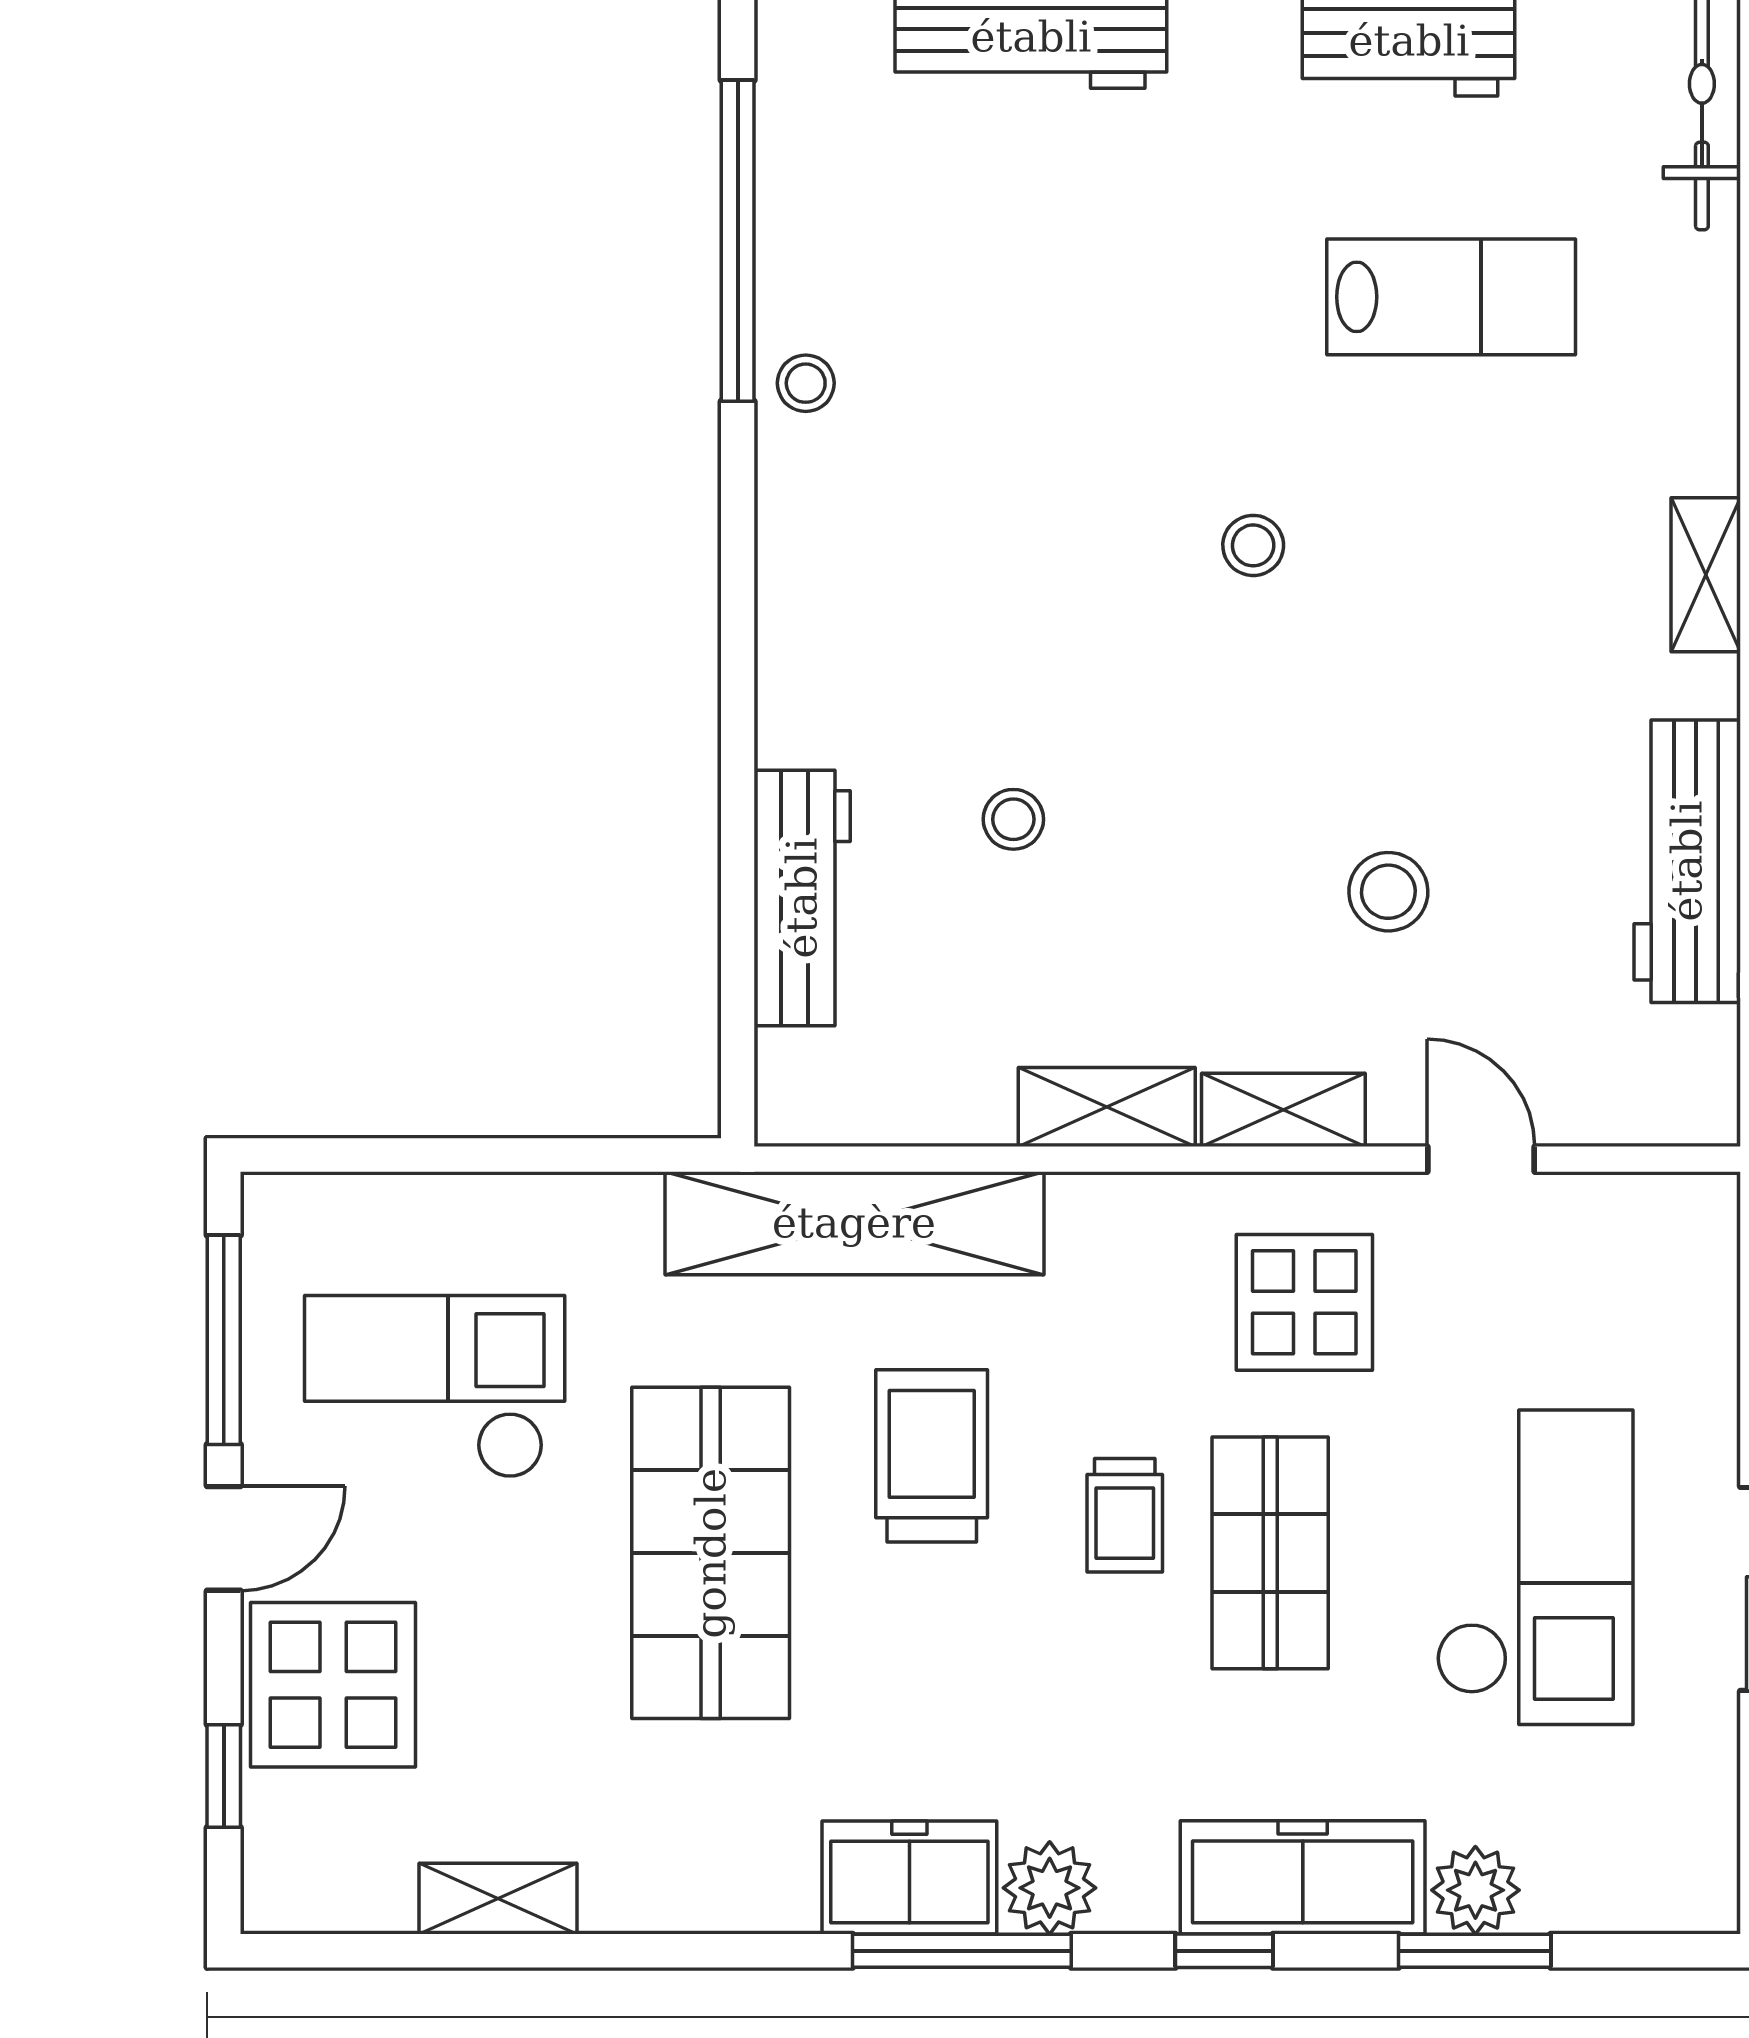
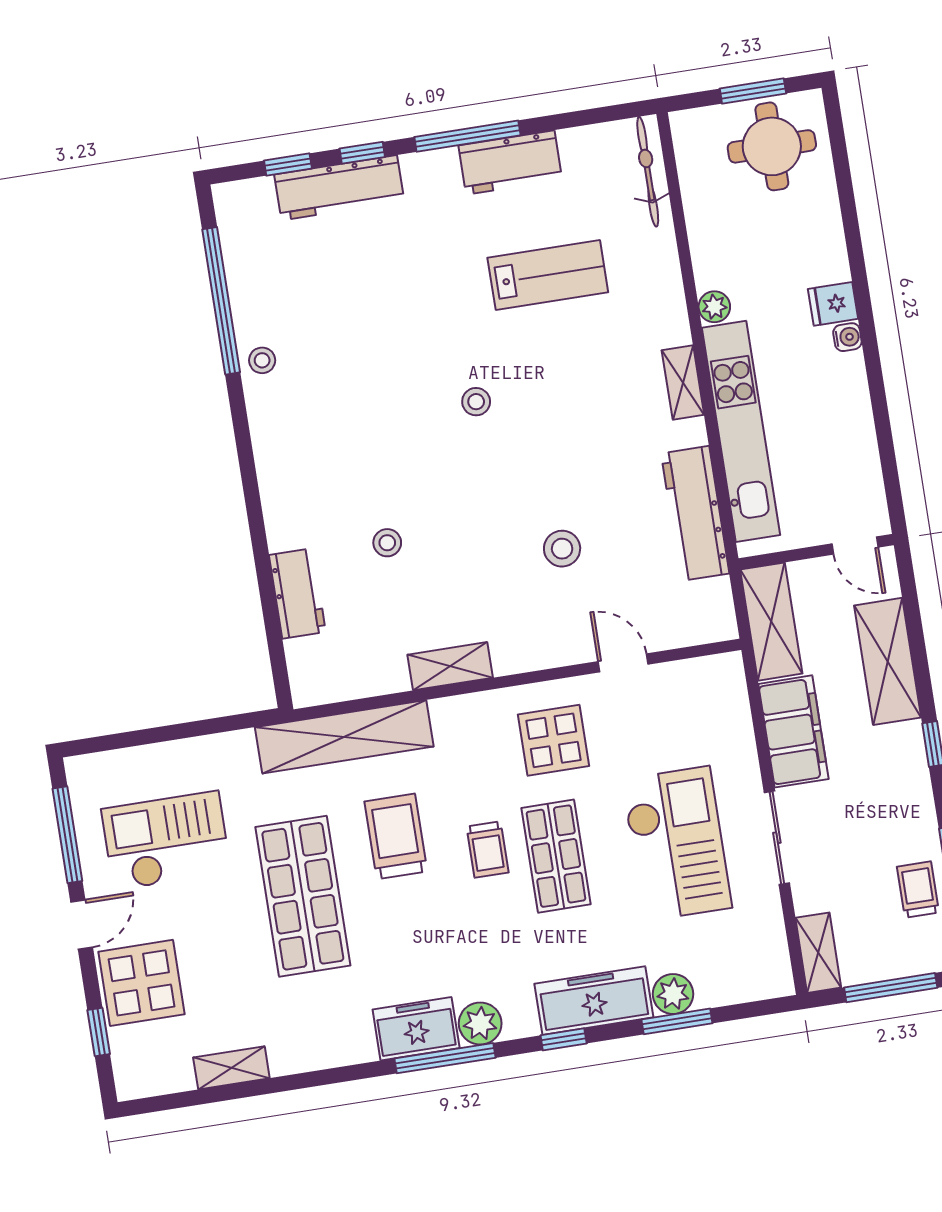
workbench: (802, 898) -> (297, 593), width x0.73
shelving: (1283, 1110) -> (530, 655), removed

